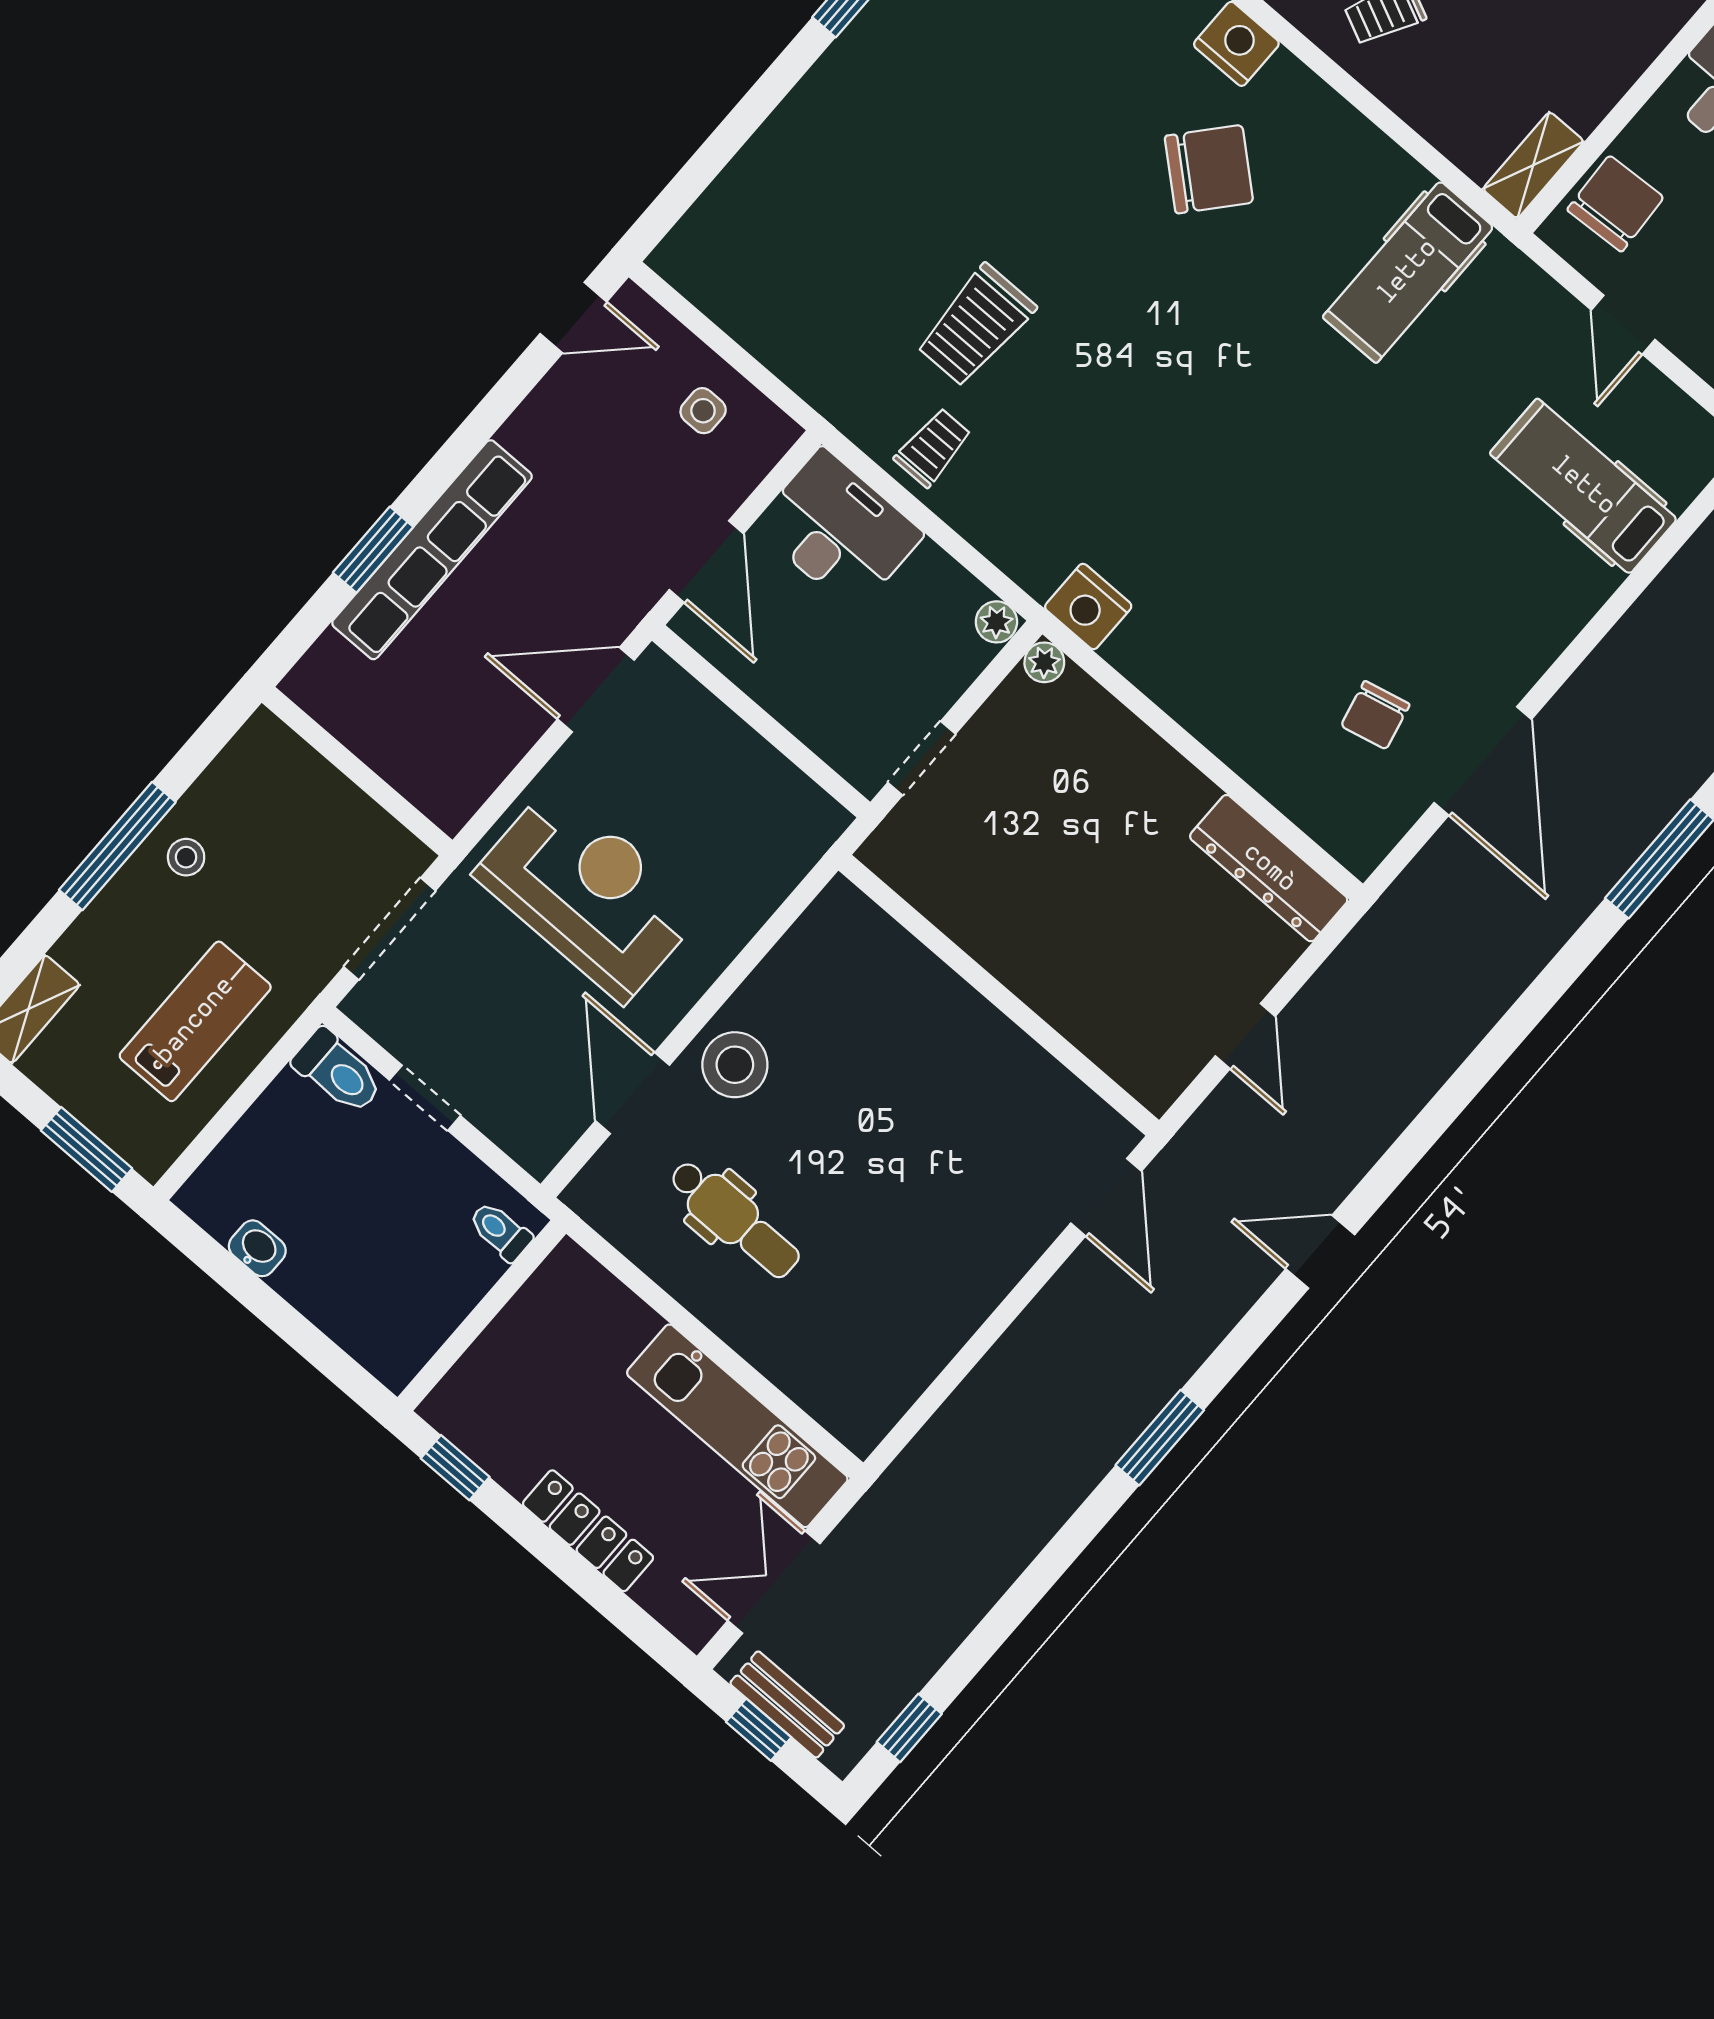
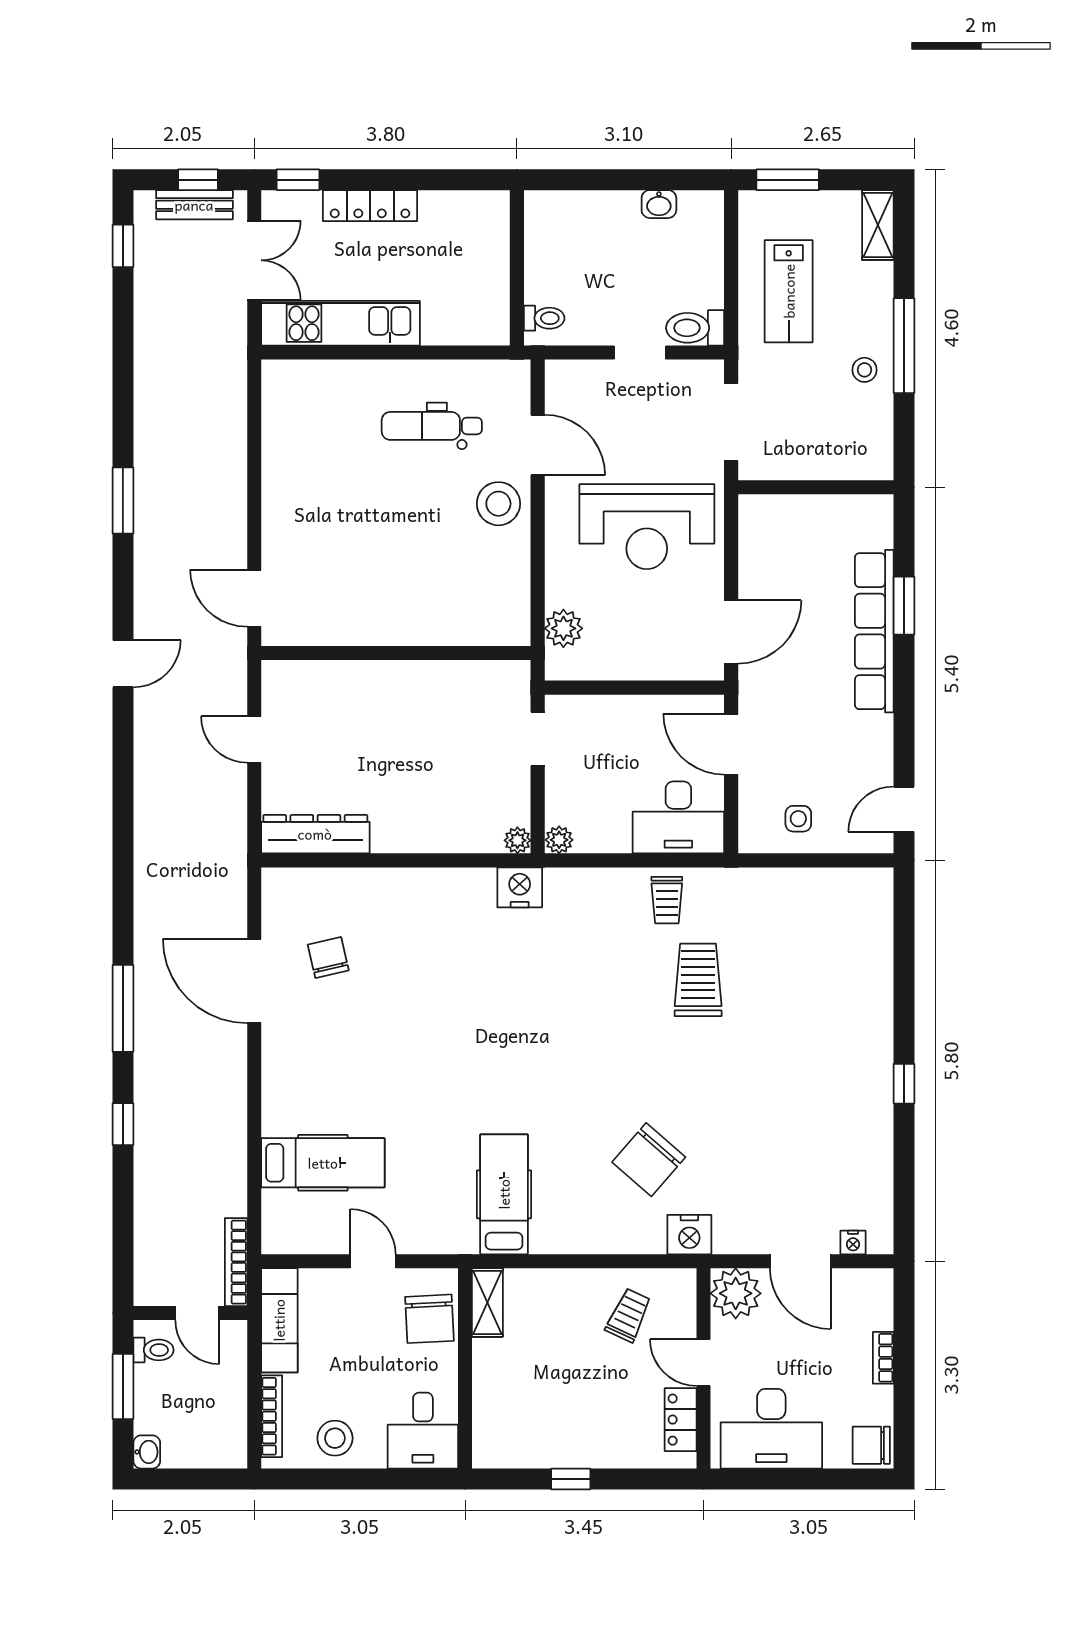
plant: (783, 859) -> (563, 628), added
window: (455, 1468) -> (298, 180), moved

